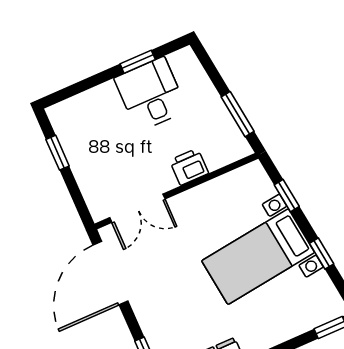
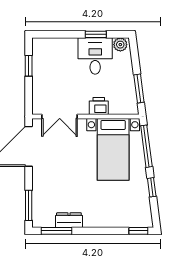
plant: (181, 61) -> (120, 45), added
window: (287, 196) -> (146, 146), width x2.17
bed with nightstands: (258, 257) -> (113, 149), moved, turned -83

